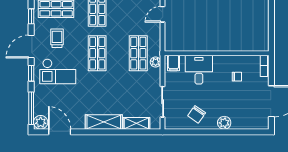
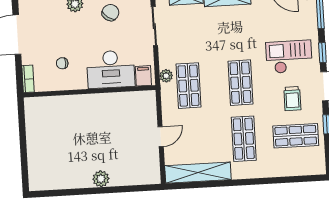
desk: (199, 70) -> (111, 69), width x1.37

